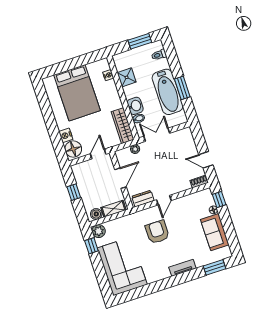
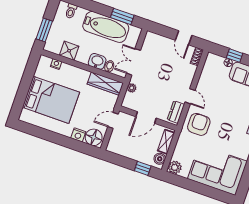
window: (140, 41) -> (44, 30), moved
window: (182, 88) -> (122, 16), moved
door: (98, 154) -> (113, 120), hinge flipped
door: (206, 160) -> (184, 38), hinge flipped
door: (121, 178) -> (146, 117), swing flipped
window: (74, 192) -> (143, 168), moved
window: (219, 200) -> (235, 56), moved
armchair: (157, 232) -> (199, 124), moved, turned 90
window: (91, 246) -> (182, 182), removed

